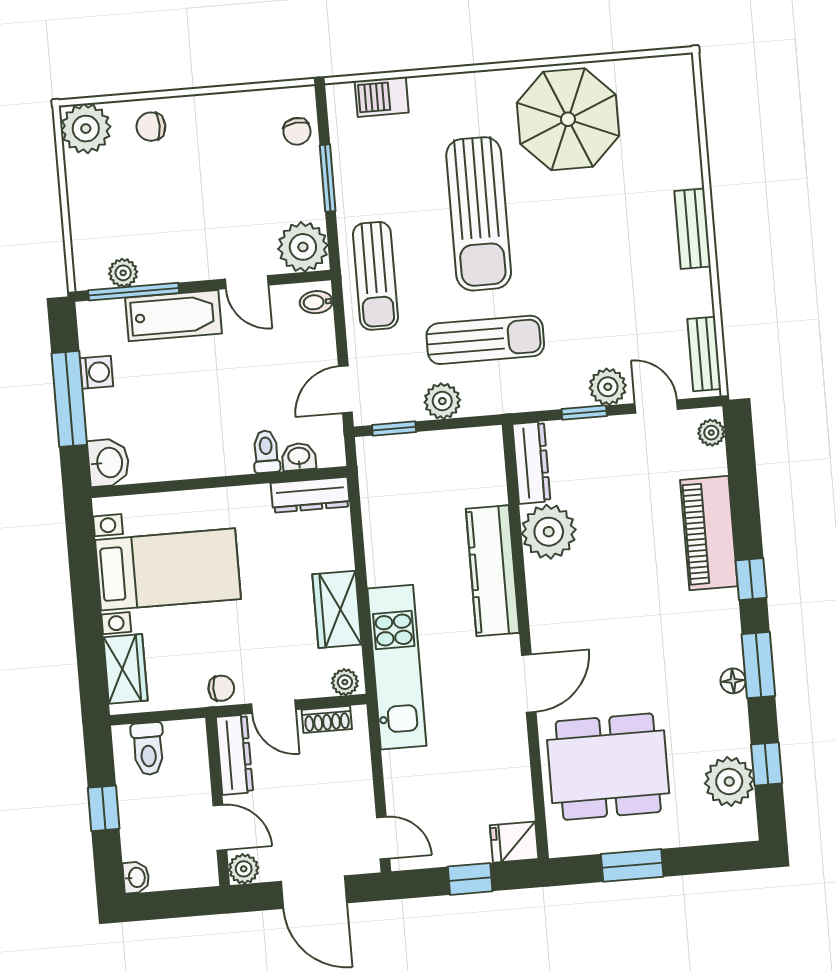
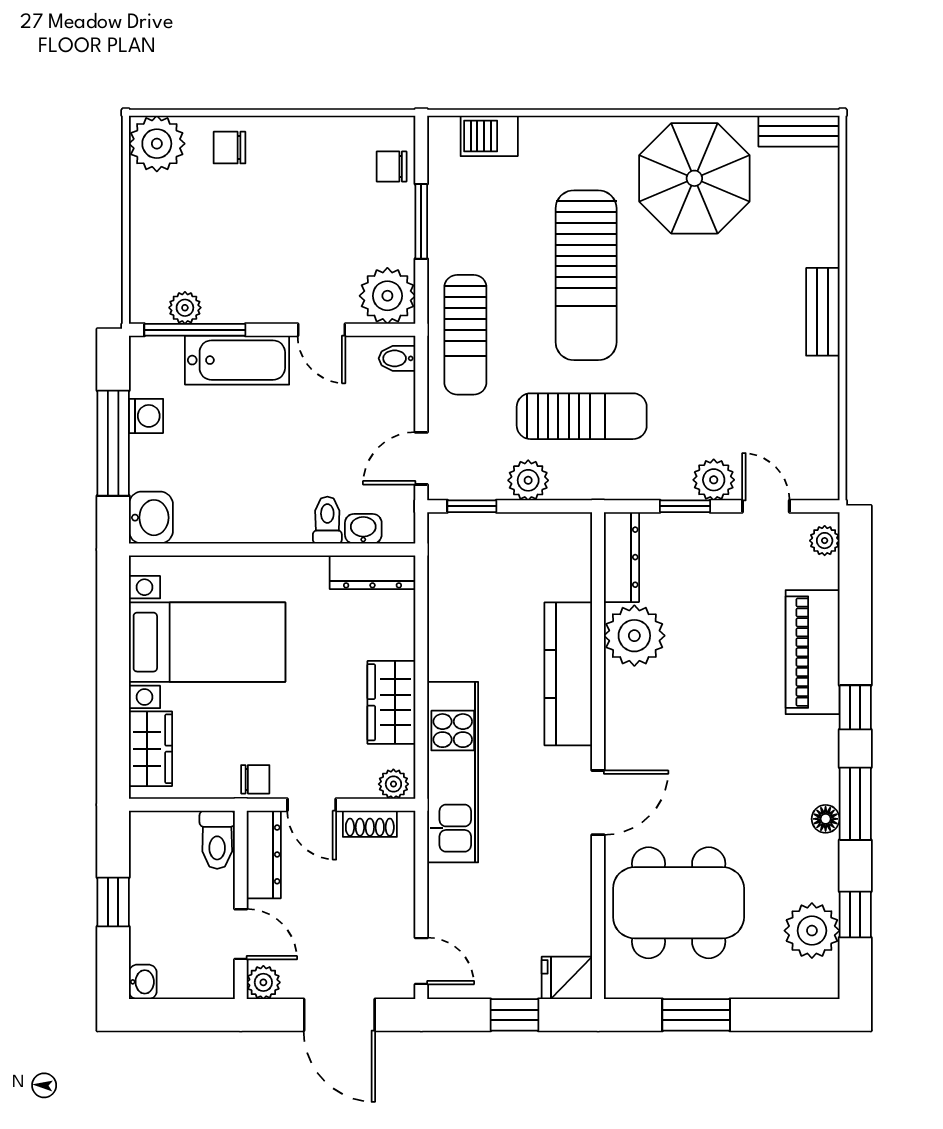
chair: (297, 131) -> (392, 167), turned 96
bench: (704, 354) -> (799, 131), moved, turned 90
toilet: (148, 749) -> (217, 840), moved

